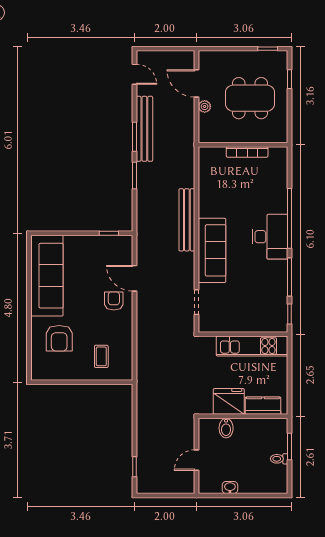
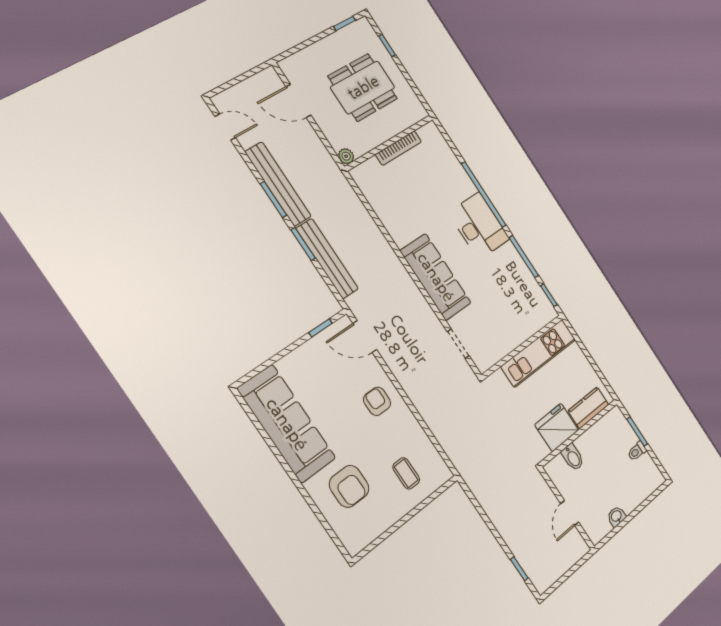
plant: (205, 106) -> (346, 156), moved
bench: (187, 220) -> (327, 259), moved
door: (134, 278) -> (365, 337), moved

